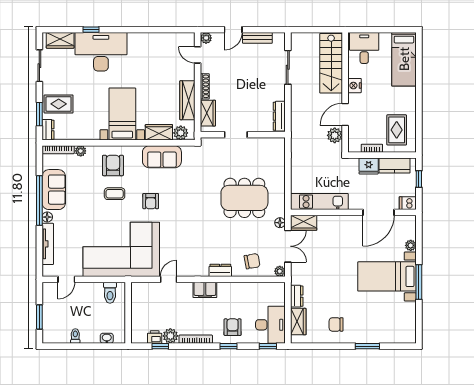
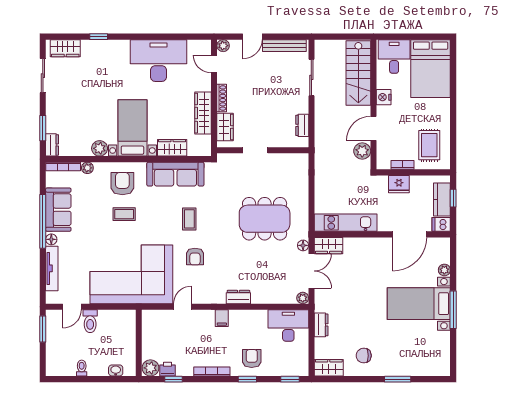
bench: (257, 38) -> (284, 46), width x1.36
desk: (101, 52) -> (159, 61), moved
bed: (404, 59) -> (431, 69), width x1.50
rug: (59, 104) -> (64, 117), removed
dresser: (279, 116) -> (302, 125), width x0.70
plant: (181, 133) -> (100, 148), moved
sofa: (162, 157) -> (175, 174), width x1.36
kitchen counter: (395, 166) -> (442, 200), moved, turned 90
coffee table: (175, 198) -> (189, 219), added
armchair: (151, 201) -> (195, 257), moved
chair: (252, 261) -> (273, 287), removed
filing cabinet: (205, 290) -> (222, 318), width x0.50
toilet: (110, 293) -> (90, 321), moved
window: (39, 317) -> (43, 329), moved
wardrobe: (298, 322) -> (329, 368), moved, turned -90
desk: (270, 325) -> (288, 326), moved, turned -90
plant: (170, 336) -> (150, 368), moved

